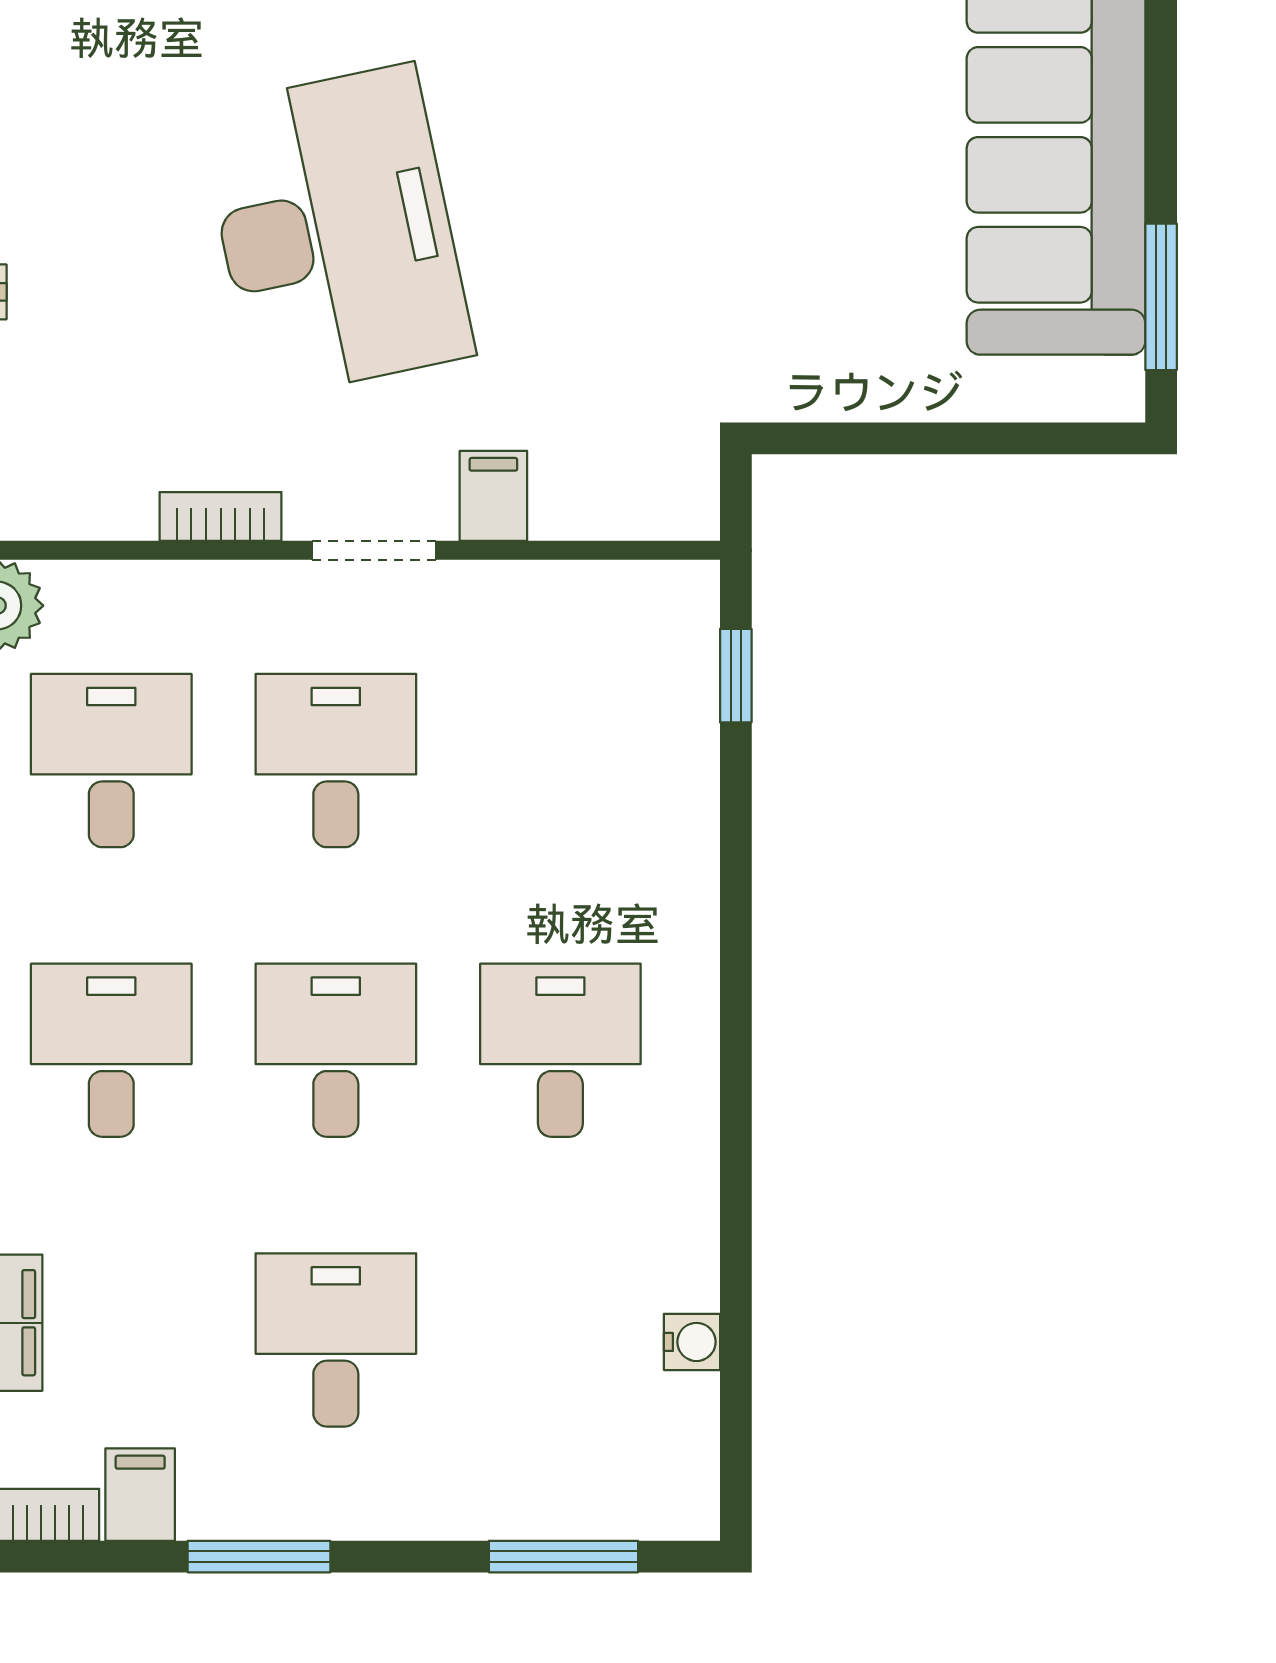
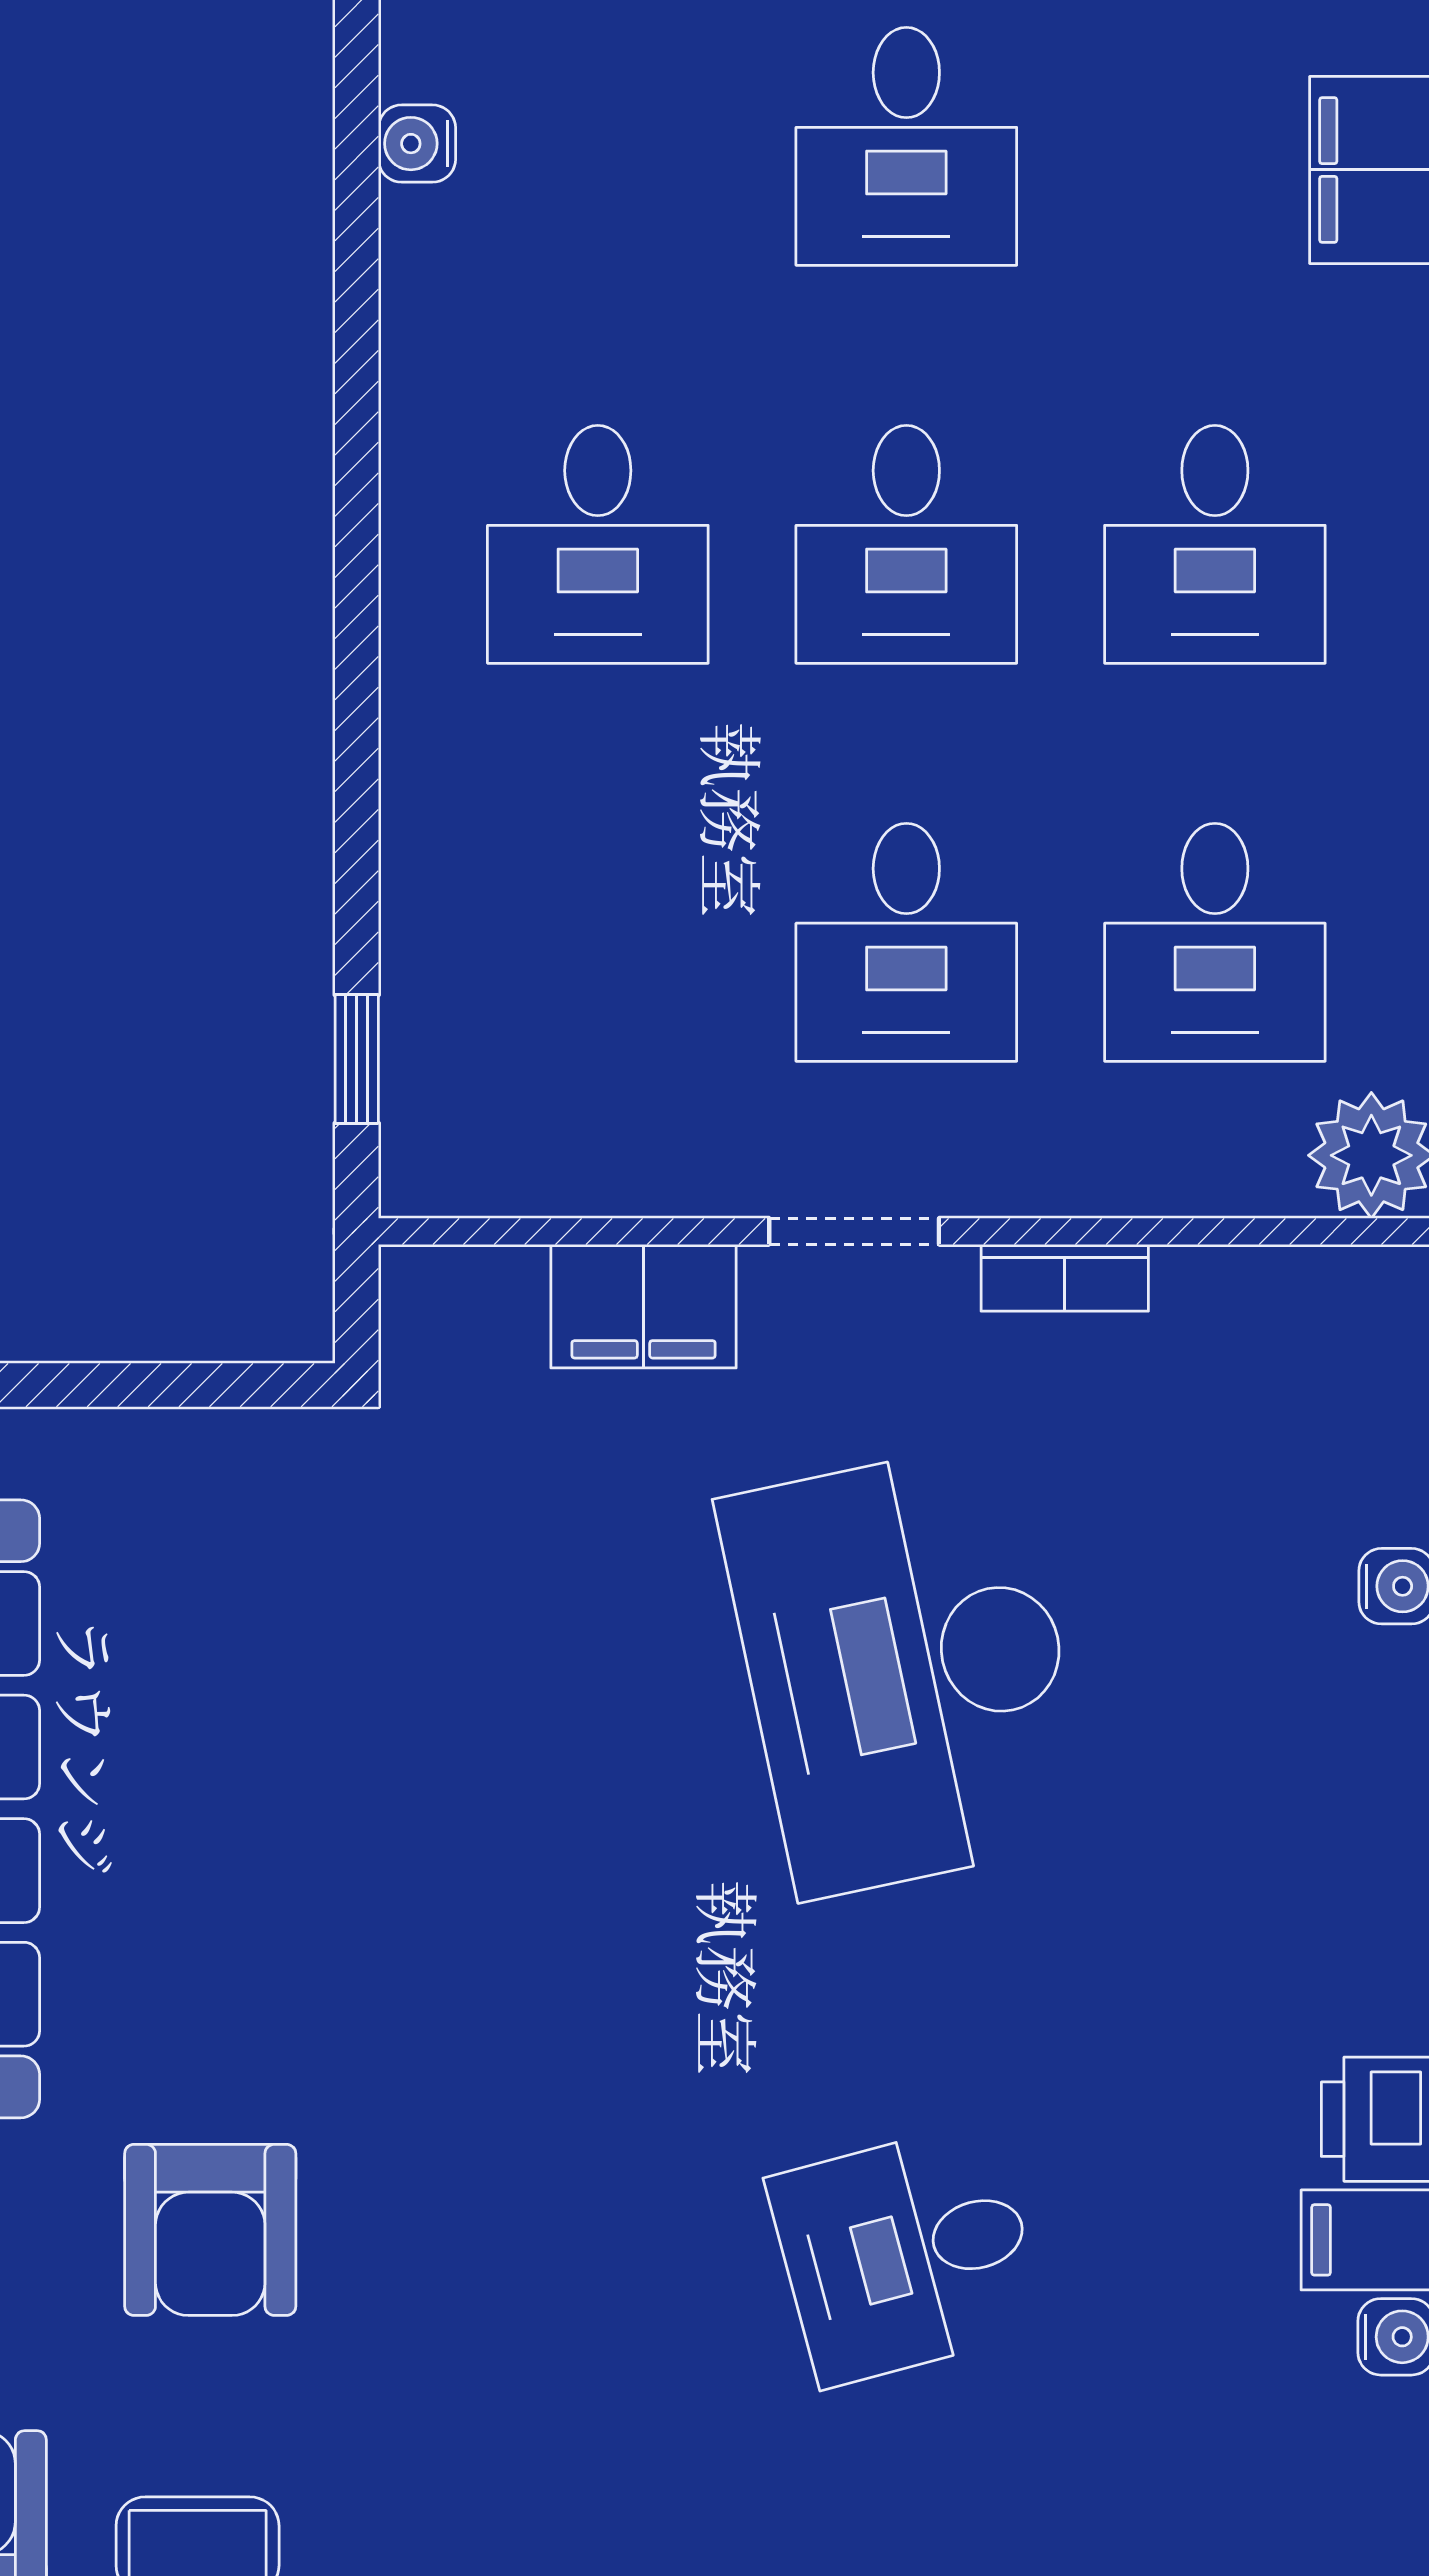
filing cabinet: (493, 496) -> (644, 1306), width x2.00

